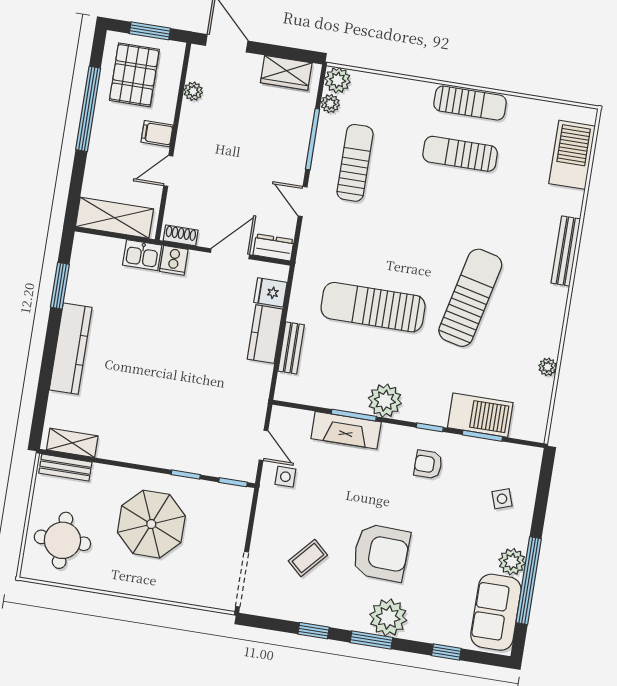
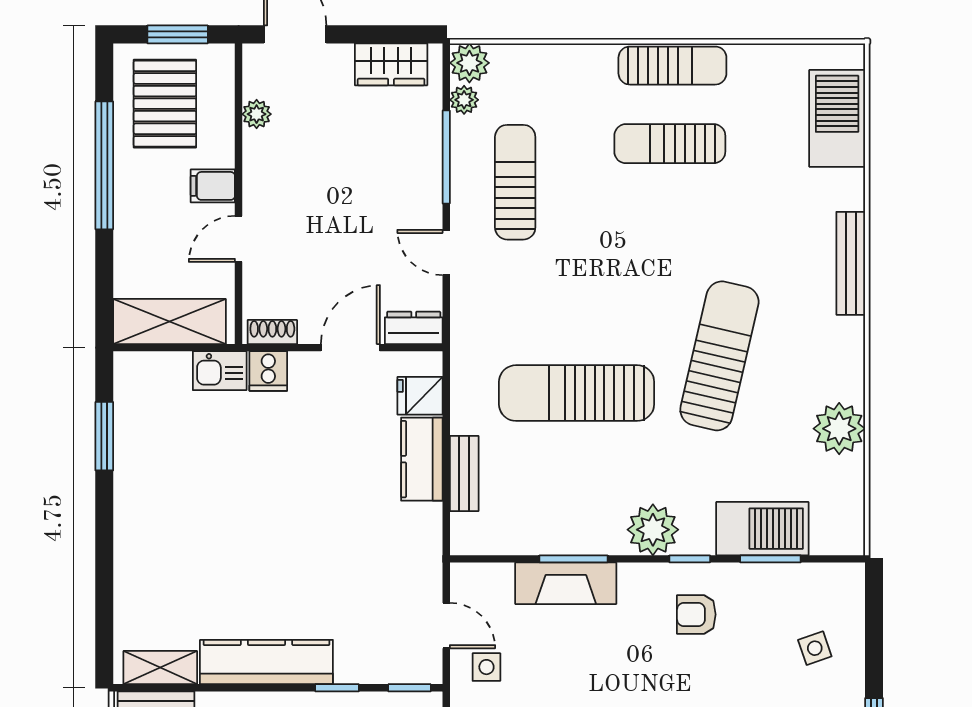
kitchen counter: (71, 349) -> (266, 662), moved, turned -90
plant: (548, 367) -> (839, 429), width x1.88, depth x1.88
plant: (385, 401) -> (653, 530), moved

